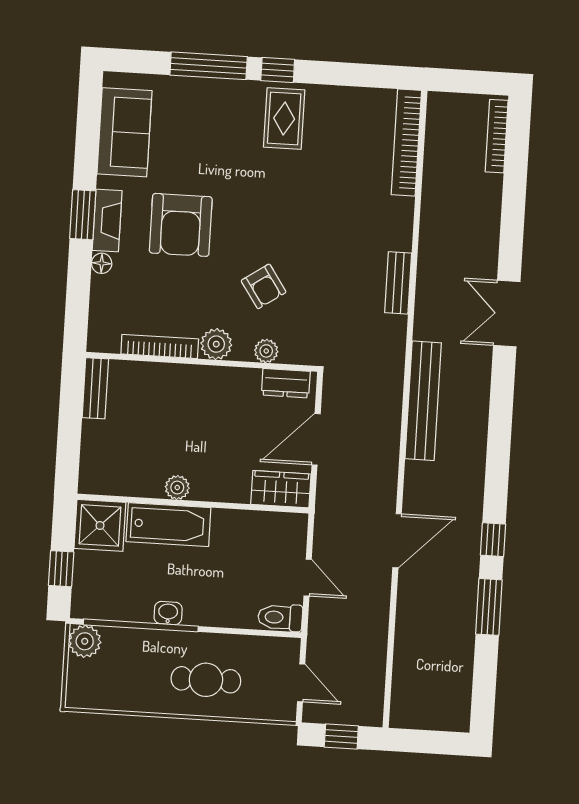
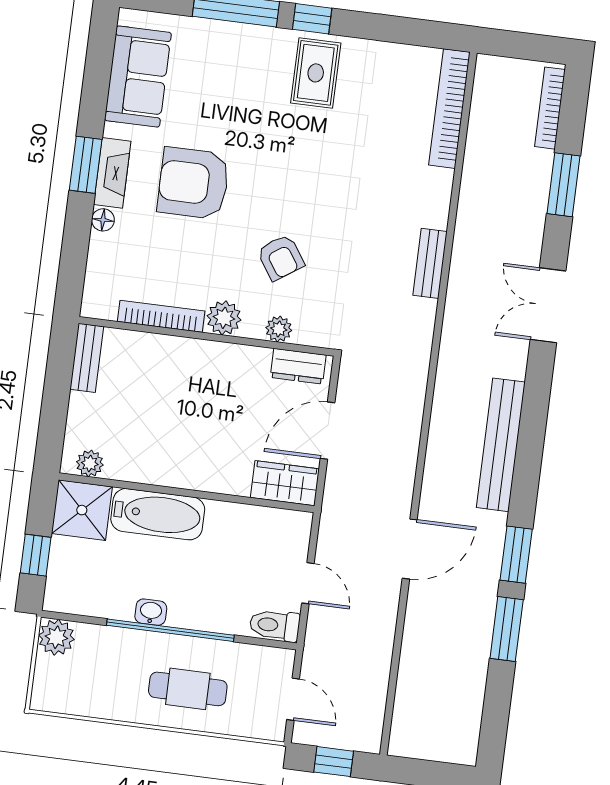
window: (513, 204) -> (563, 185), added
armchair: (181, 225) -> (193, 183), turned 90
bench: (423, 401) -> (501, 445), moved
plant: (177, 487) -> (90, 463), moved
window: (493, 540) -> (516, 555), width x1.50
window: (141, 625) -> (170, 630), moved

